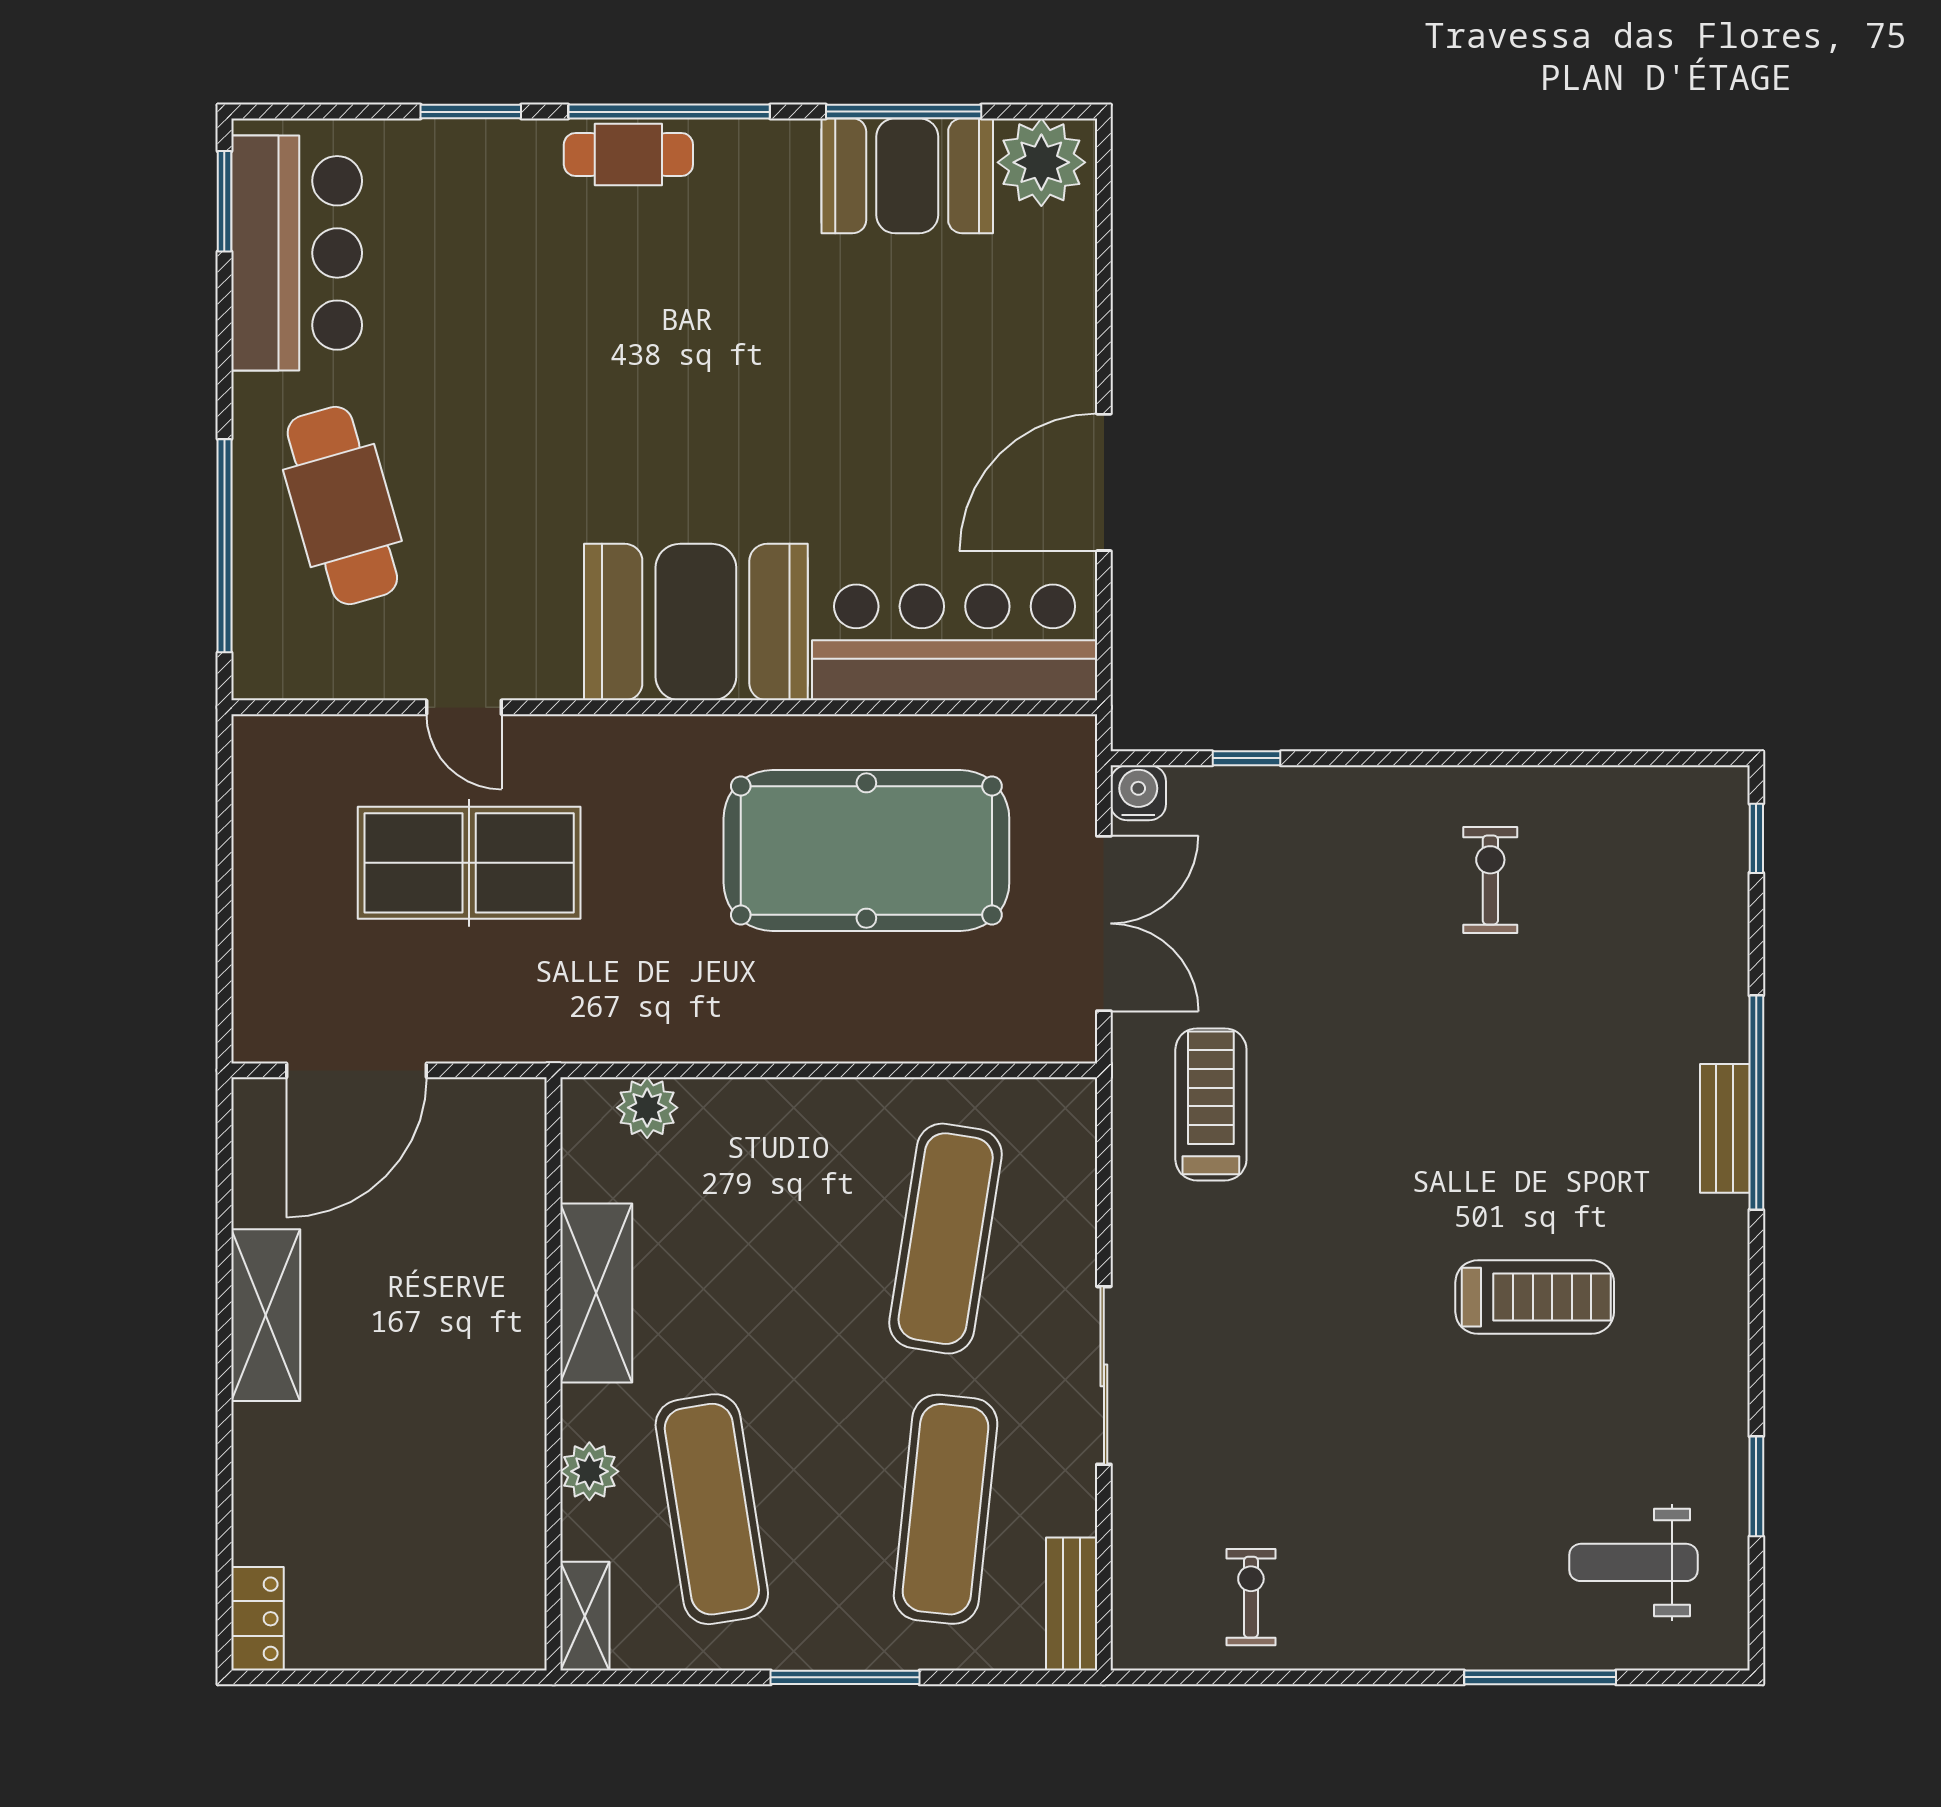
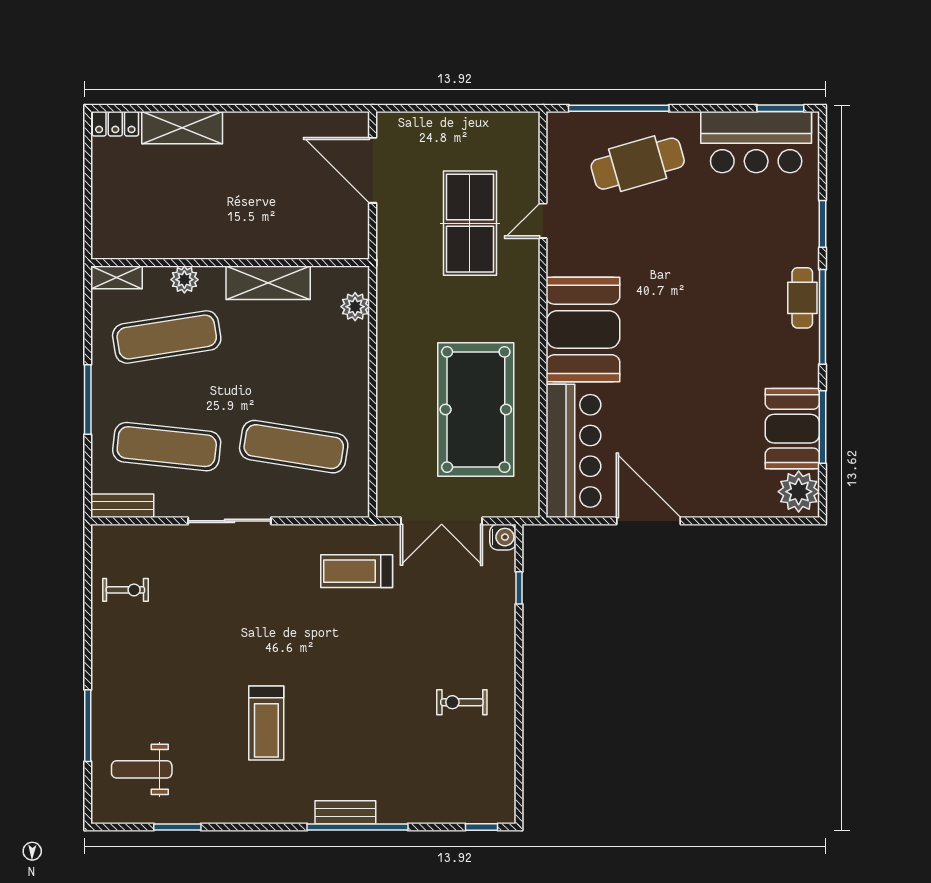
exercise bike: (1490, 880) -> (462, 702), turned 180
treadmill: (1211, 1104) -> (357, 571), turned 180
shelving: (266, 1315) -> (182, 128), moved
weight bench: (1634, 1562) -> (142, 769), turned -90

